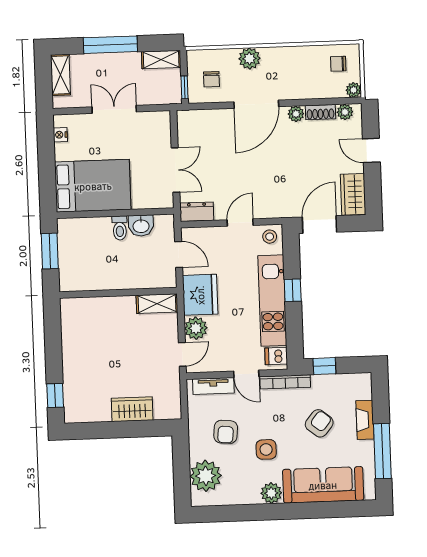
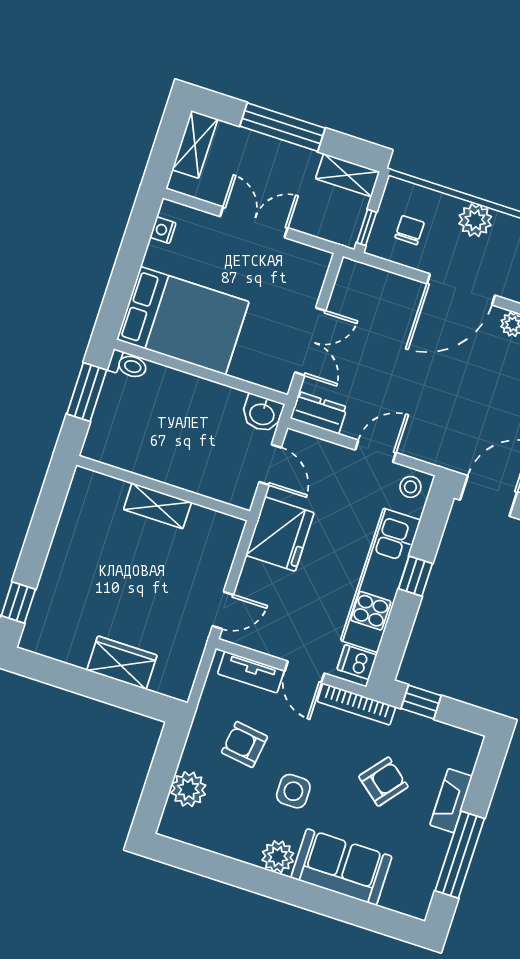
chair: (211, 79) -> (410, 230), turned 180
washbasin: (141, 226) -> (262, 413), moved
toilet: (120, 228) -> (128, 365), moved, turned -90
shelving: (157, 304) -> (157, 506), moved
plant: (196, 328) -> (256, 580), removed
armchair: (226, 432) -> (244, 745), turned 93
plant: (206, 476) -> (188, 789), width x0.73, depth x0.73
sofa: (323, 485) -> (341, 867), width x0.73

